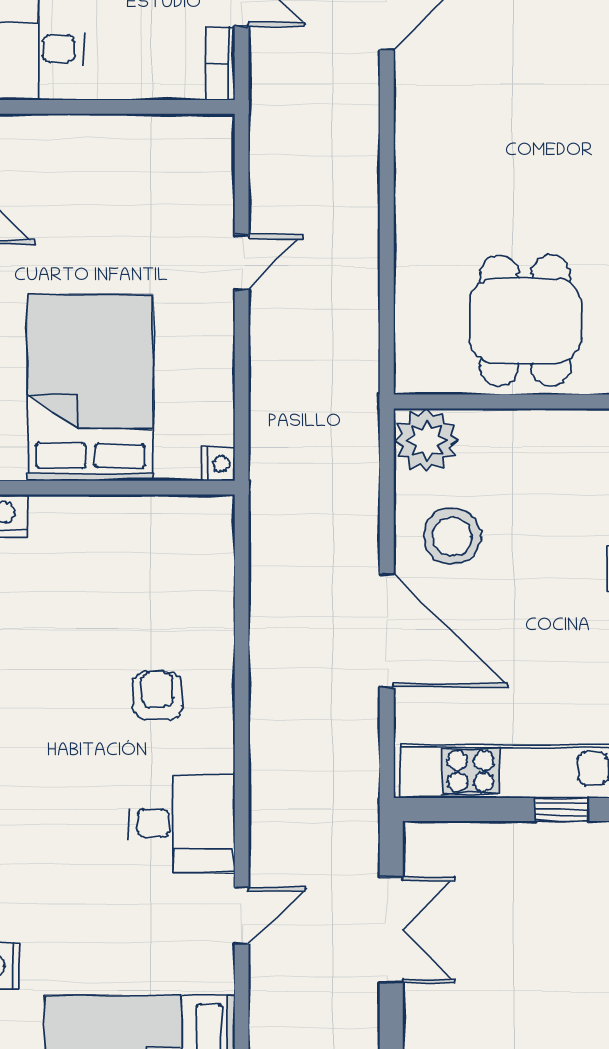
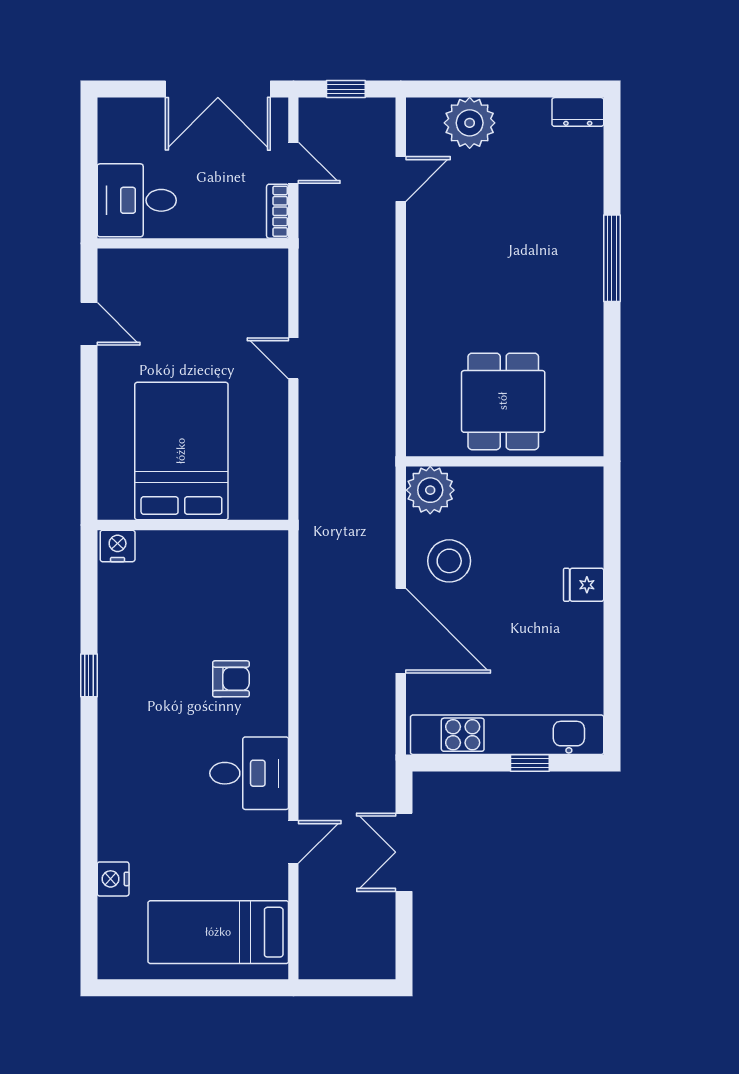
door: (242, 262) -> (293, 358), swing flipped
nightstand: (219, 464) -> (276, 507), removed
armchair: (157, 696) -> (231, 679), turned 90
double door: (391, 930) -> (404, 852), swing flipped

